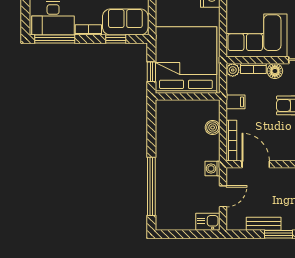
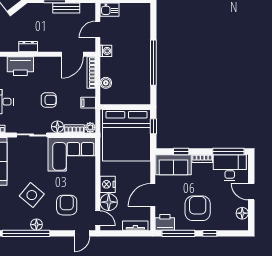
door: (256, 164) -> (72, 54), hinge flipped
window: (151, 186) -> (153, 63), moved

